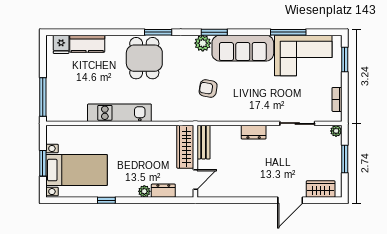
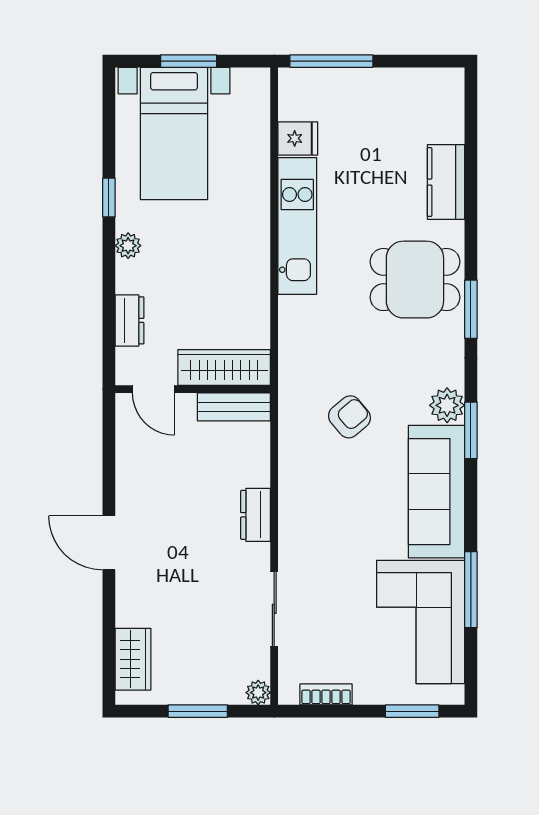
fridge: (61, 44) -> (298, 138), moved, turned 180
kitchen counter: (87, 44) -> (446, 182), moved
armchair: (208, 89) -> (350, 417), turned 40
plant: (144, 191) -> (128, 246), moved
door: (290, 200) -> (109, 543), moved

